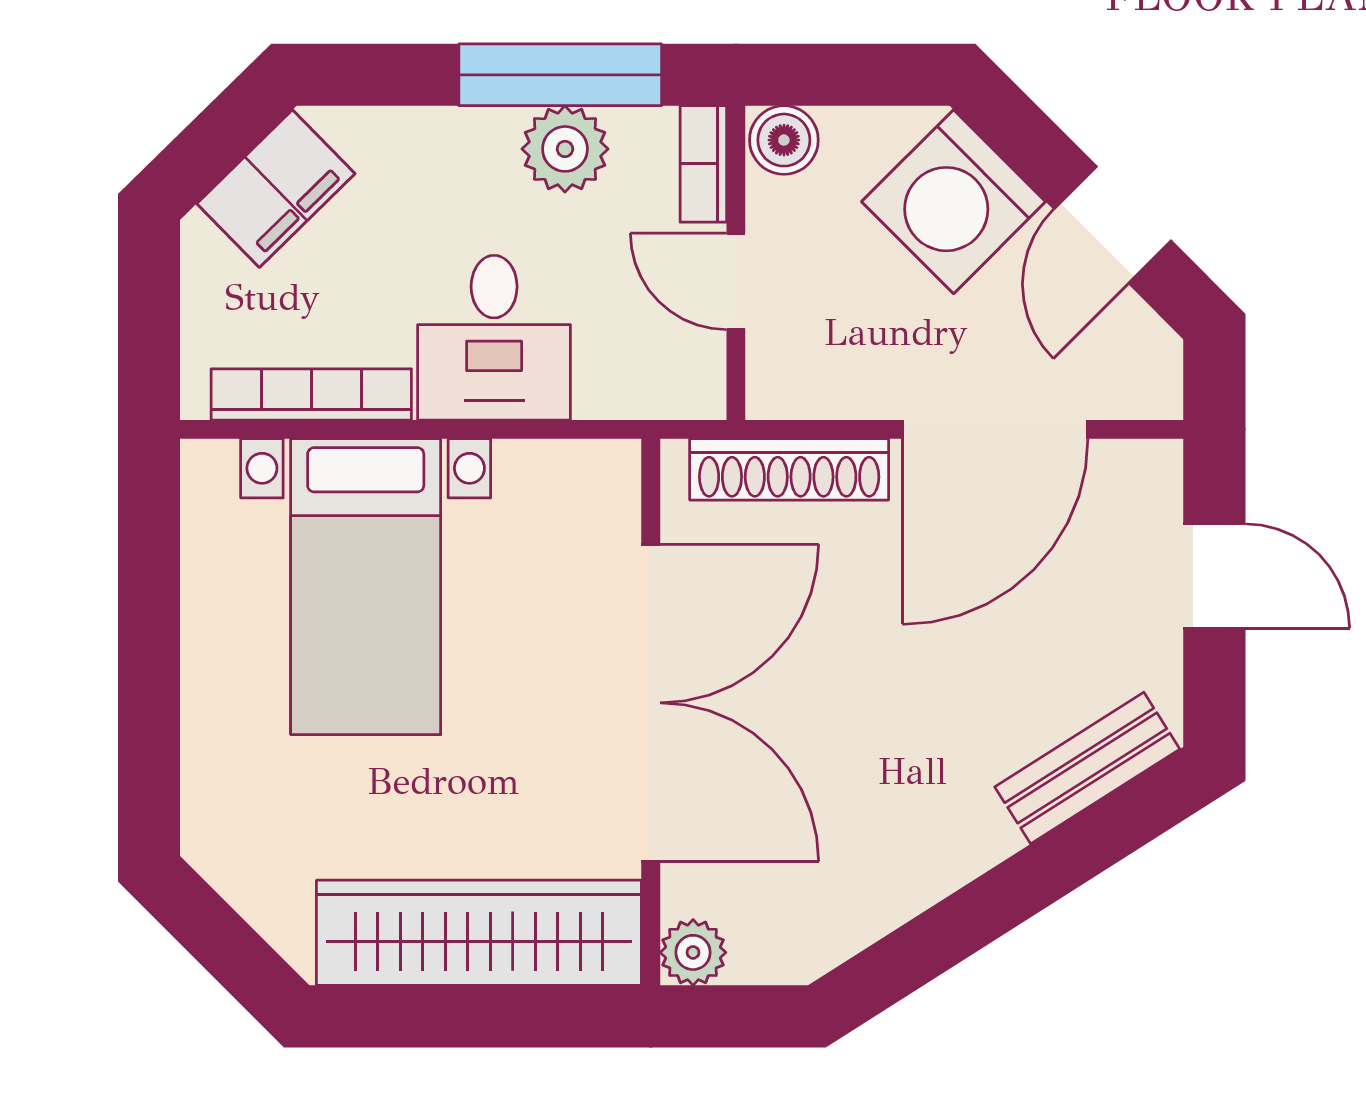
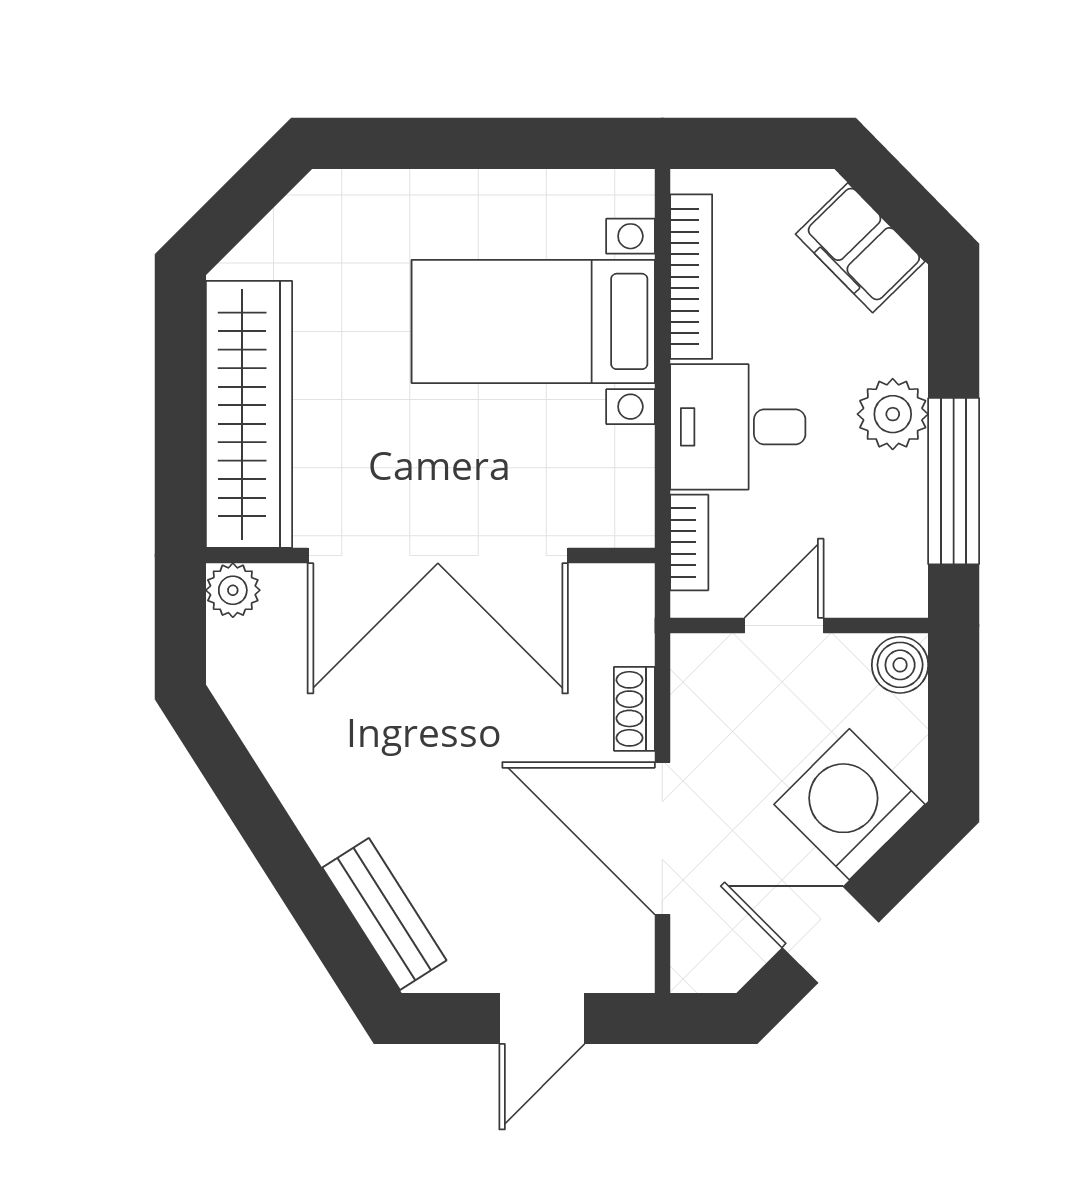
plant: (565, 149) -> (893, 414), moved
bookcase: (703, 164) -> (689, 542), moved, turned 90
shoe rack: (789, 469) -> (634, 709), width x0.51, depth x0.81

